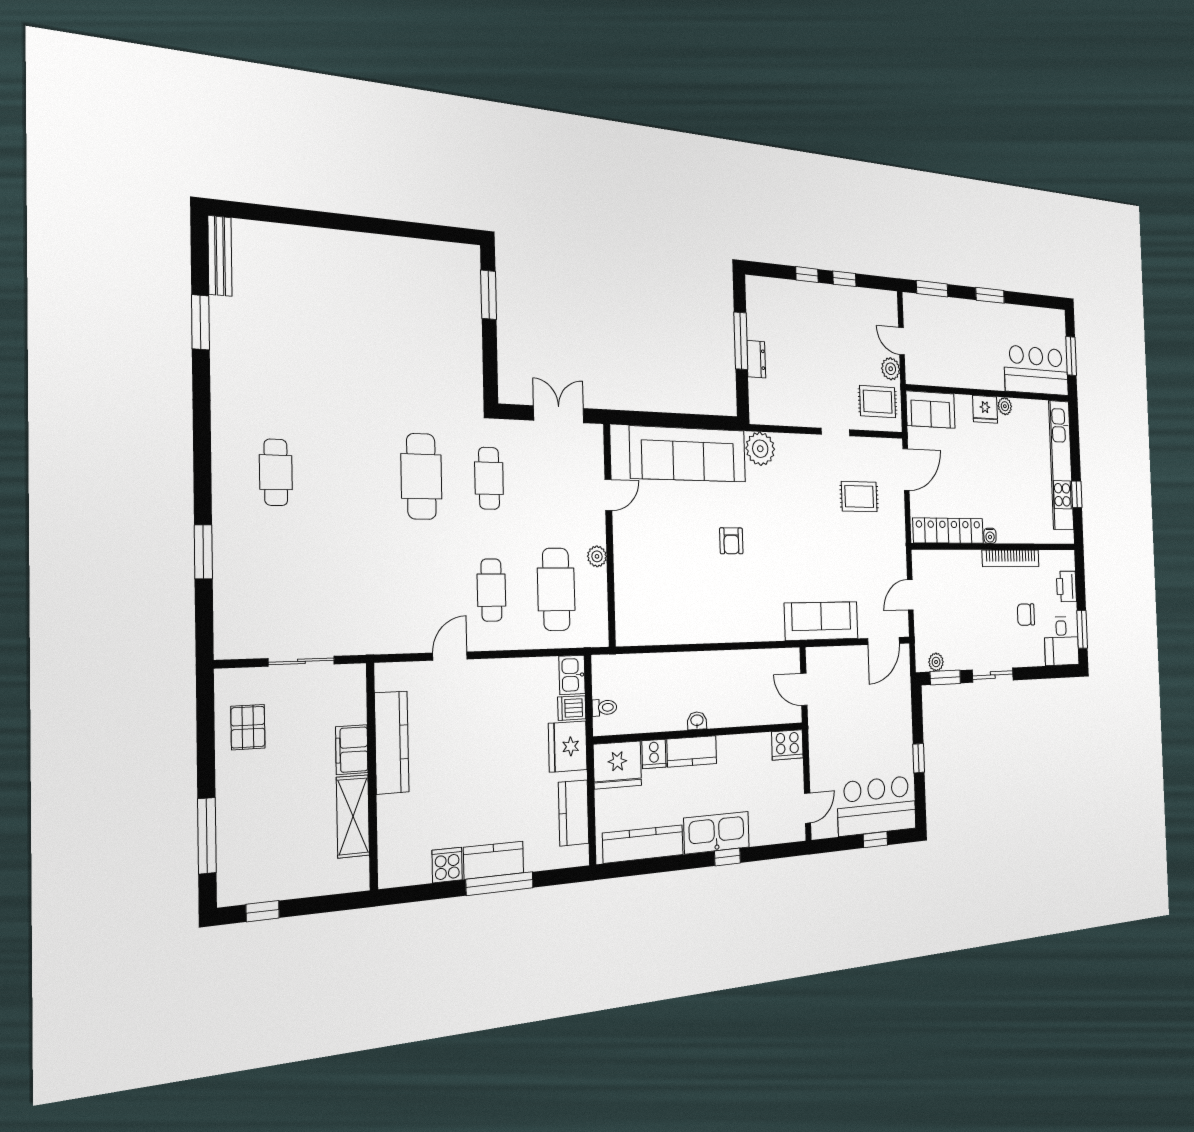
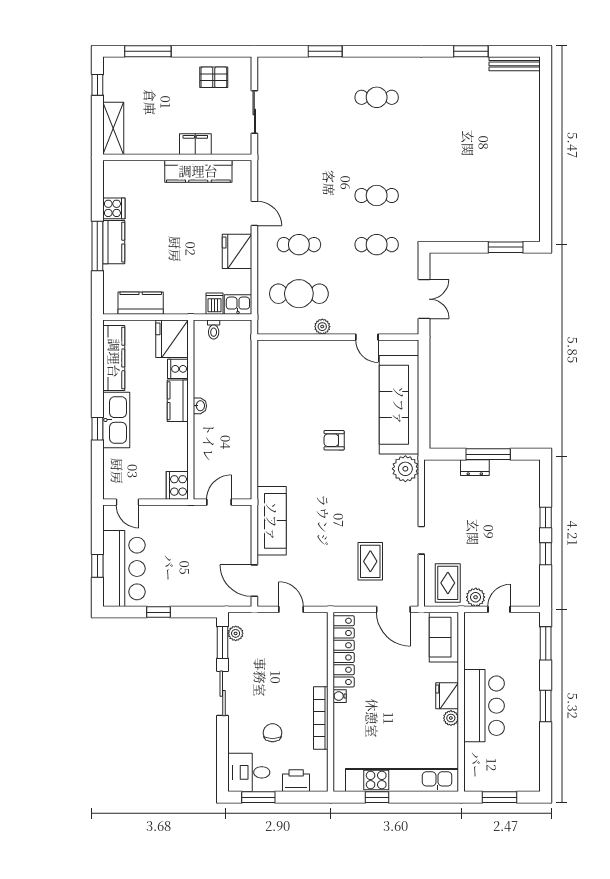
bar counter: (1036, 370) -> (484, 706), moved
cafe table: (421, 476) -> (377, 196), width x0.73, depth x0.74
fridge: (568, 747) -> (237, 251), moved, turned -90
shelving: (353, 816) -> (113, 128), moved, turned 90

